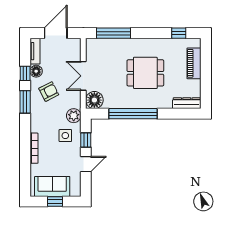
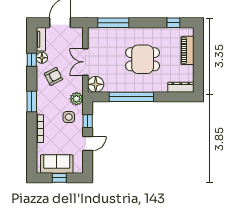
window: (25, 102) -> (32, 101), moved

